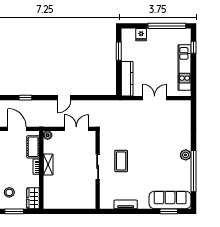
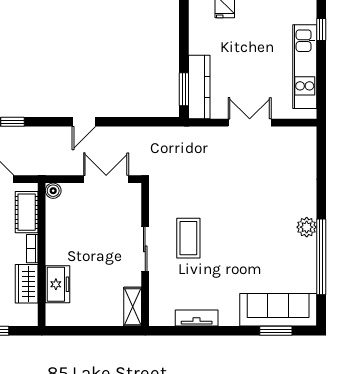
window: (119, 51) -> (184, 89), moved
shelving: (48, 165) -> (133, 307), moved
freezer: (50, 186) -> (58, 284), added
wardrobe: (33, 198) -> (27, 284), moved

